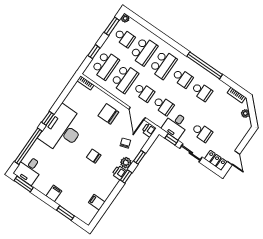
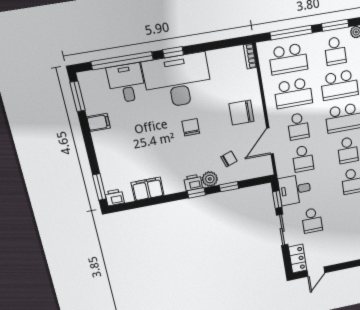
window: (94, 52) -> (291, 33), width x2.17
chair: (108, 114) -> (241, 113), turned -90
printer: (149, 130) -> (115, 197), moved
chair: (94, 156) -> (191, 127), moved
desk: (29, 170) -> (127, 83), moved, turned 90
filing cabinet: (54, 193) -> (99, 122), moved
filing cabinet: (97, 202) -> (148, 189), width x2.00
window: (65, 213) -> (99, 187), moved

